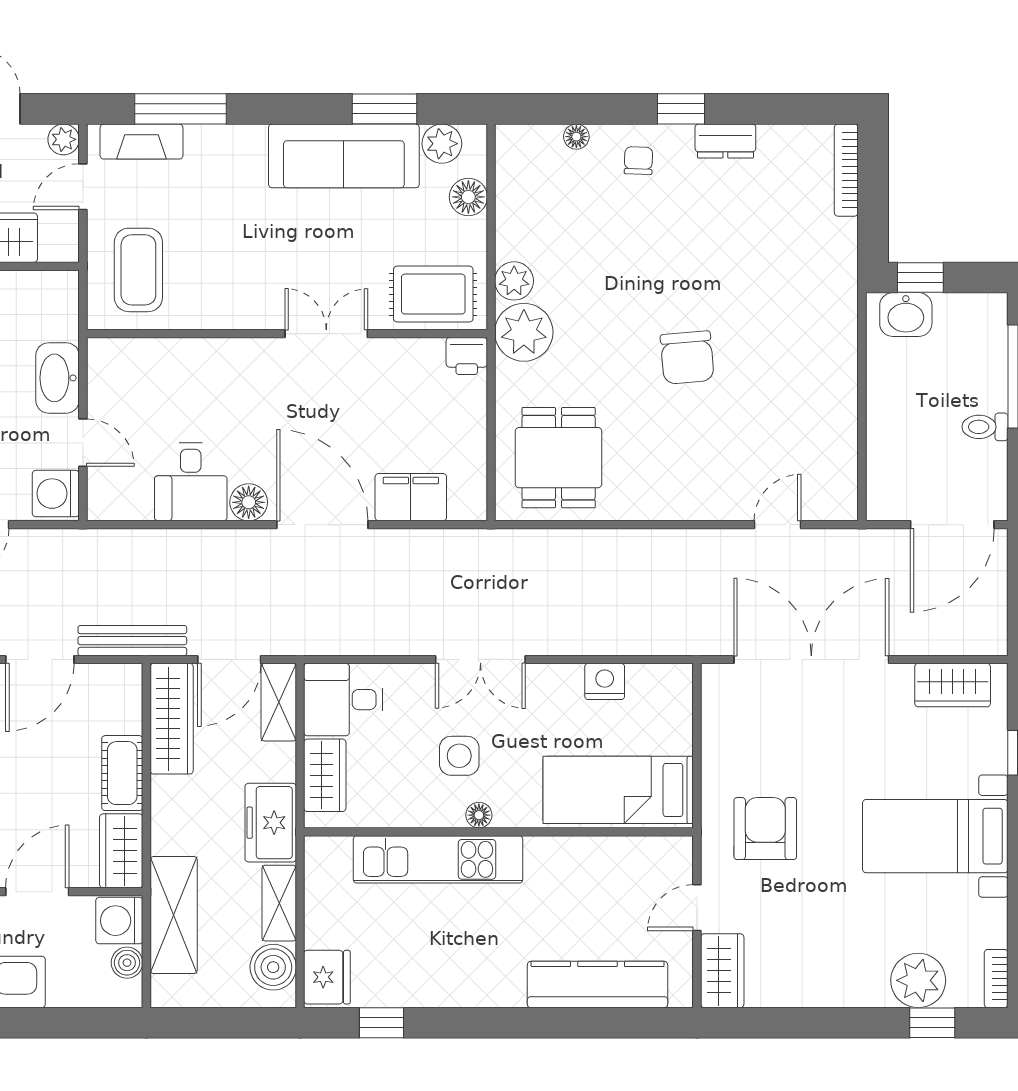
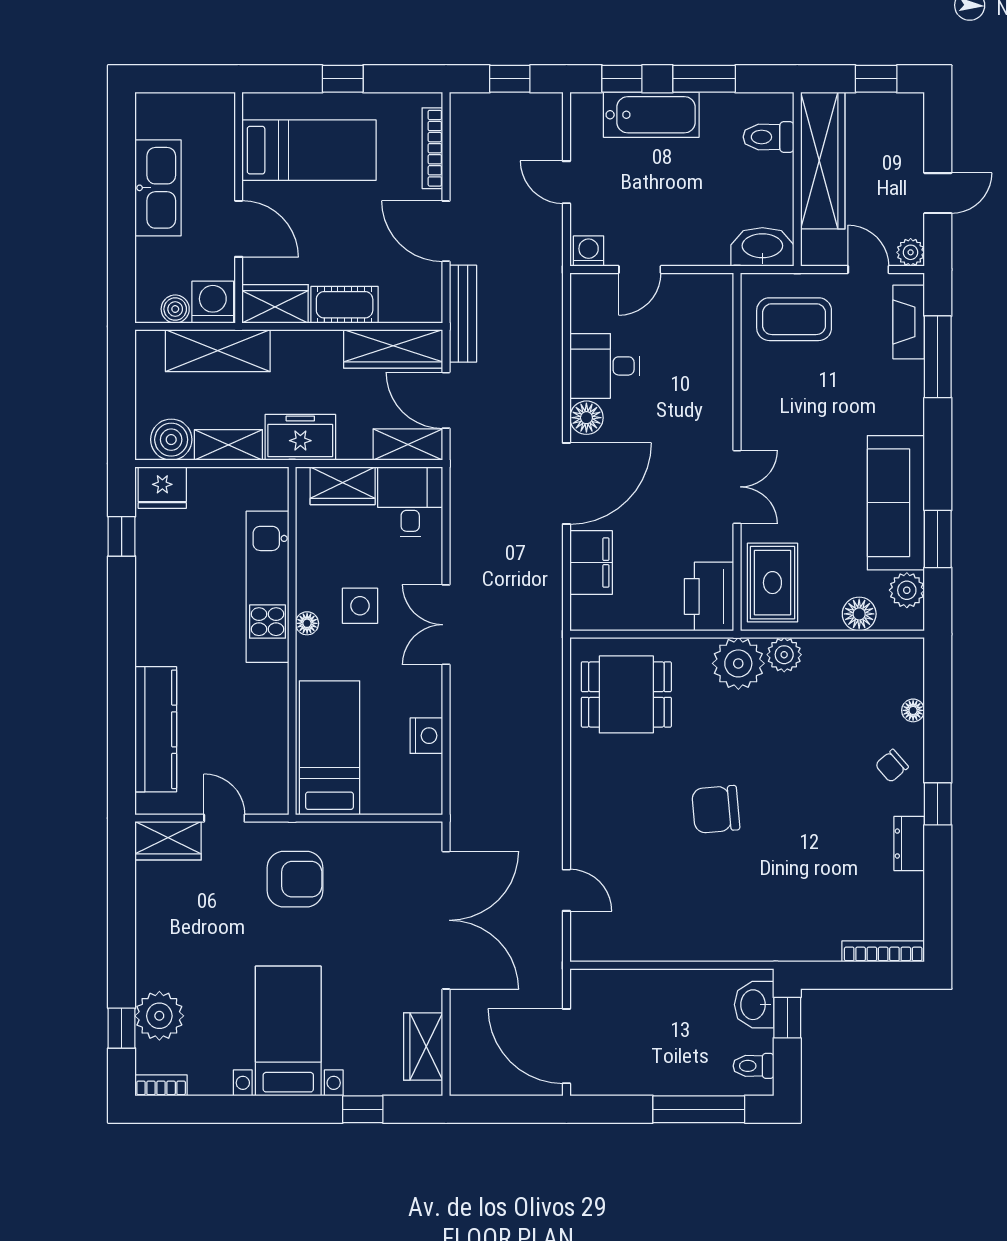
chair: (638, 161) -> (892, 766), turned 137
printer: (467, 356) -> (709, 596), width x1.87, depth x1.48
washbasin: (57, 378) -> (762, 247), moved
toilet: (985, 427) -> (753, 1066), moved, turned -90
washing machine: (56, 494) -> (589, 251), width x0.73, depth x0.73

